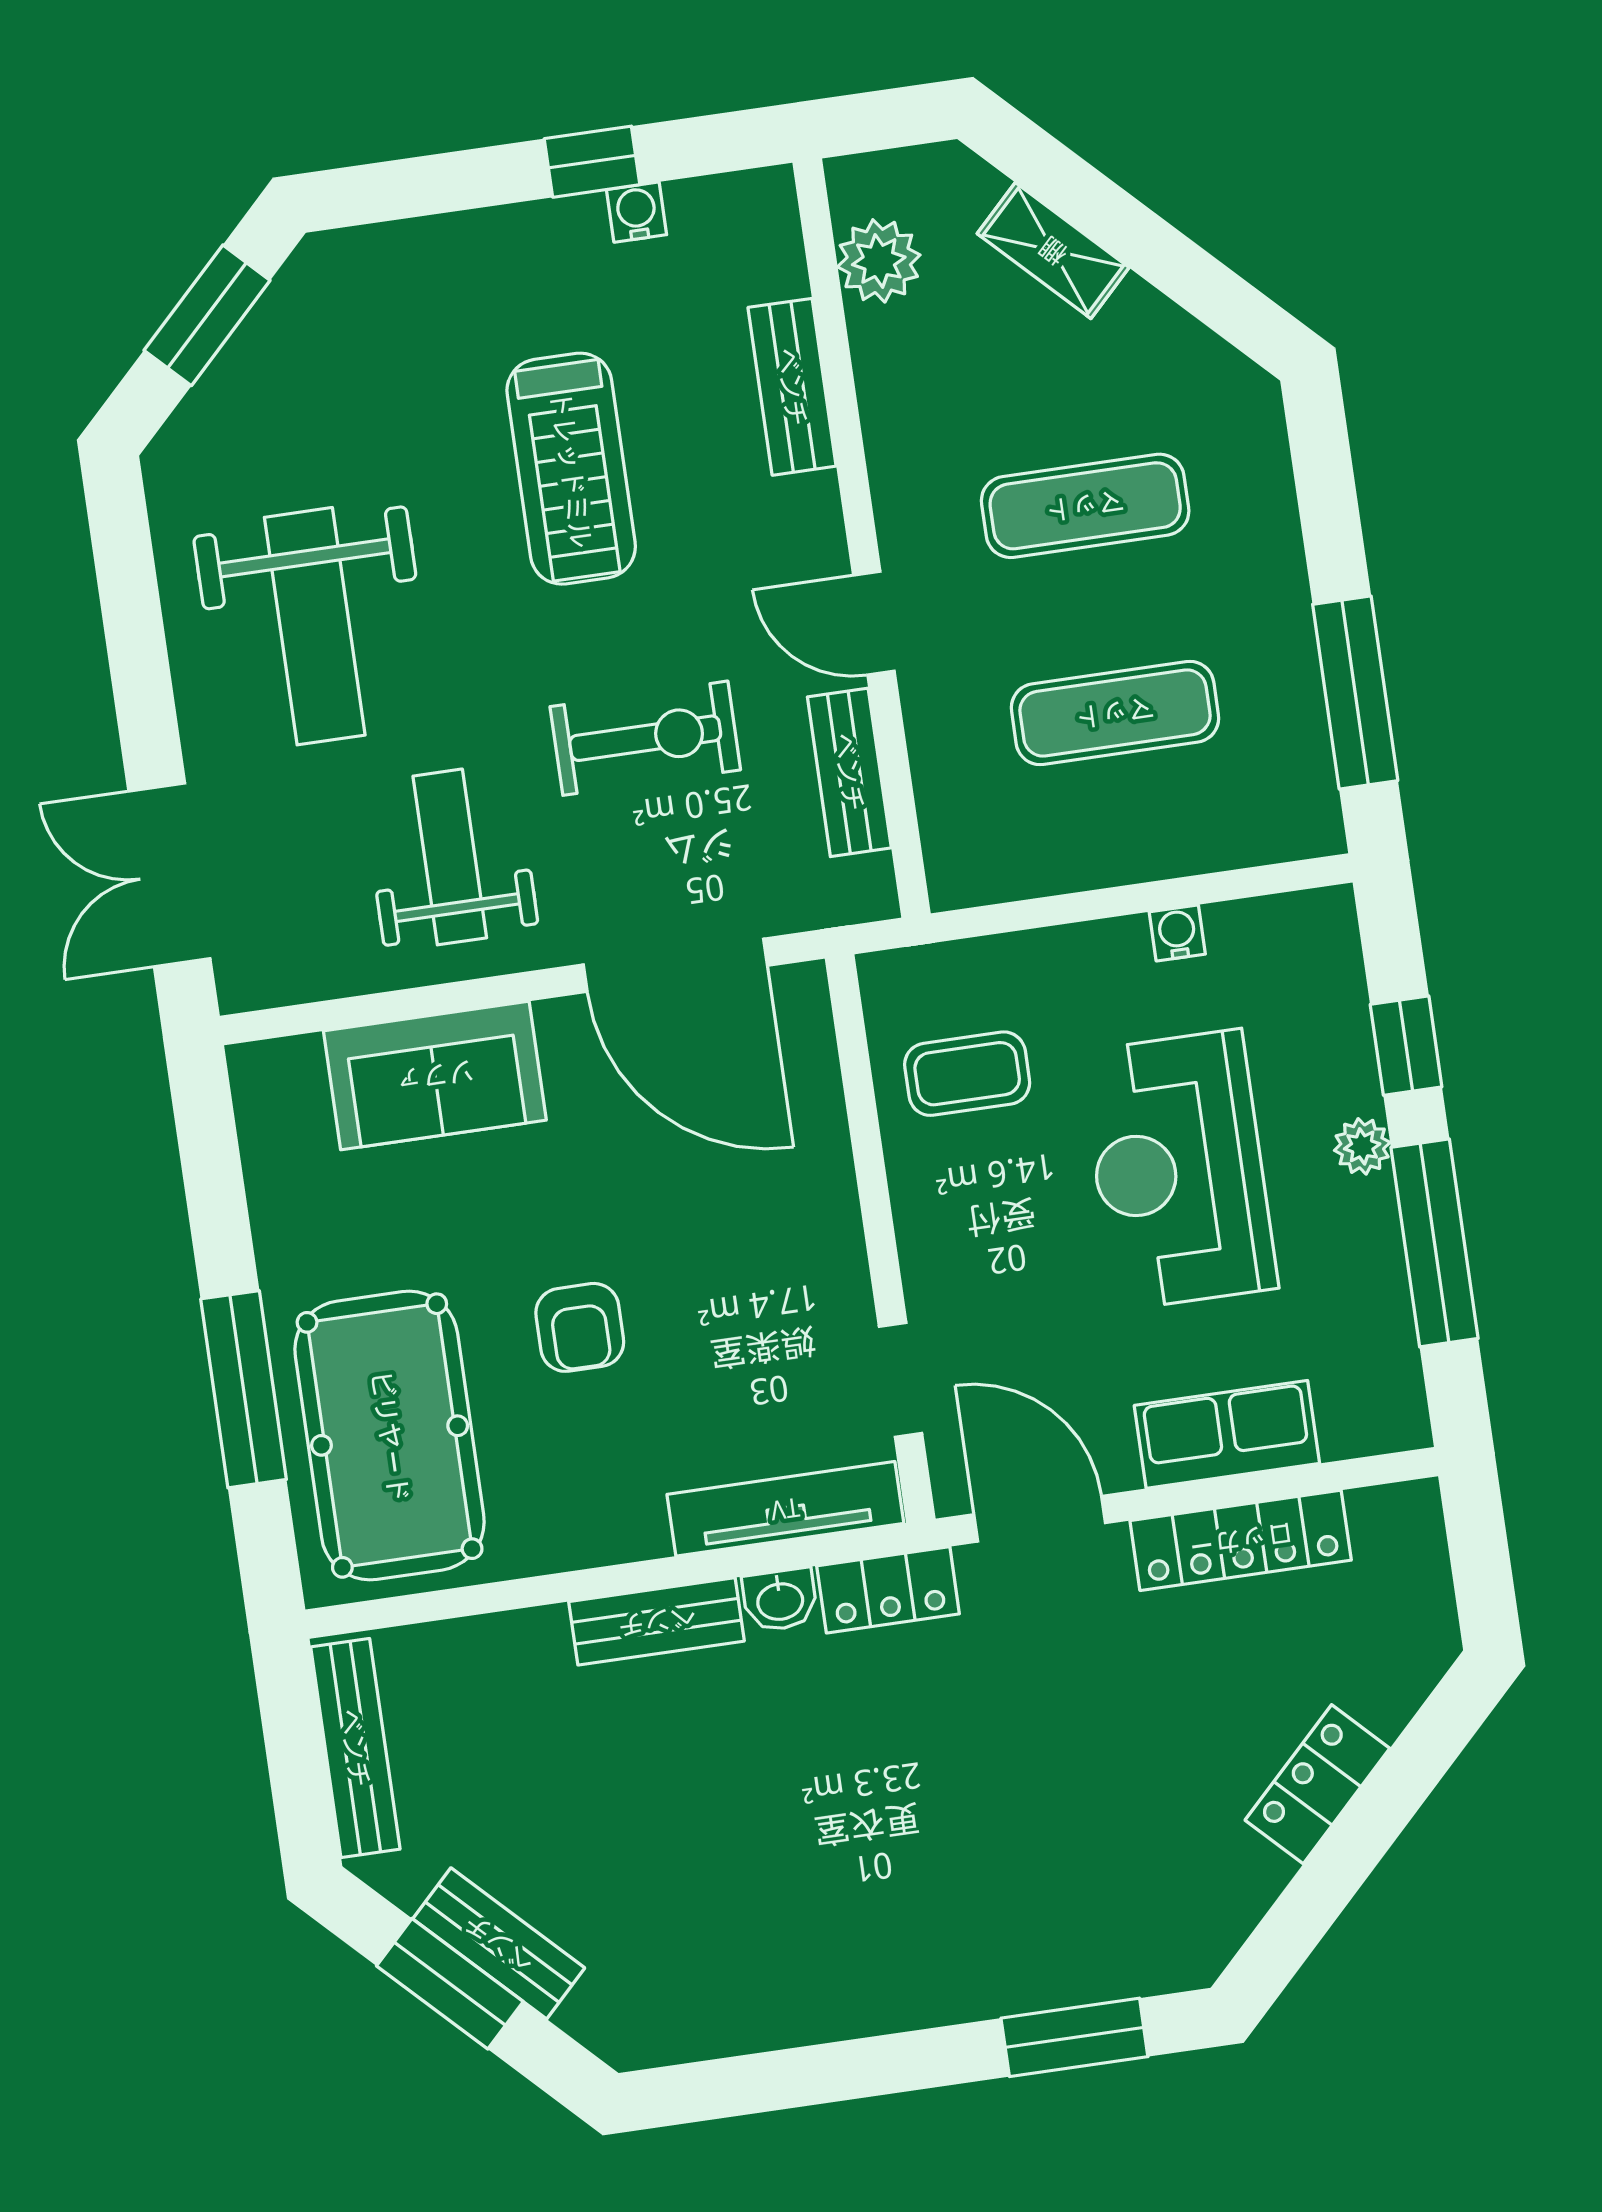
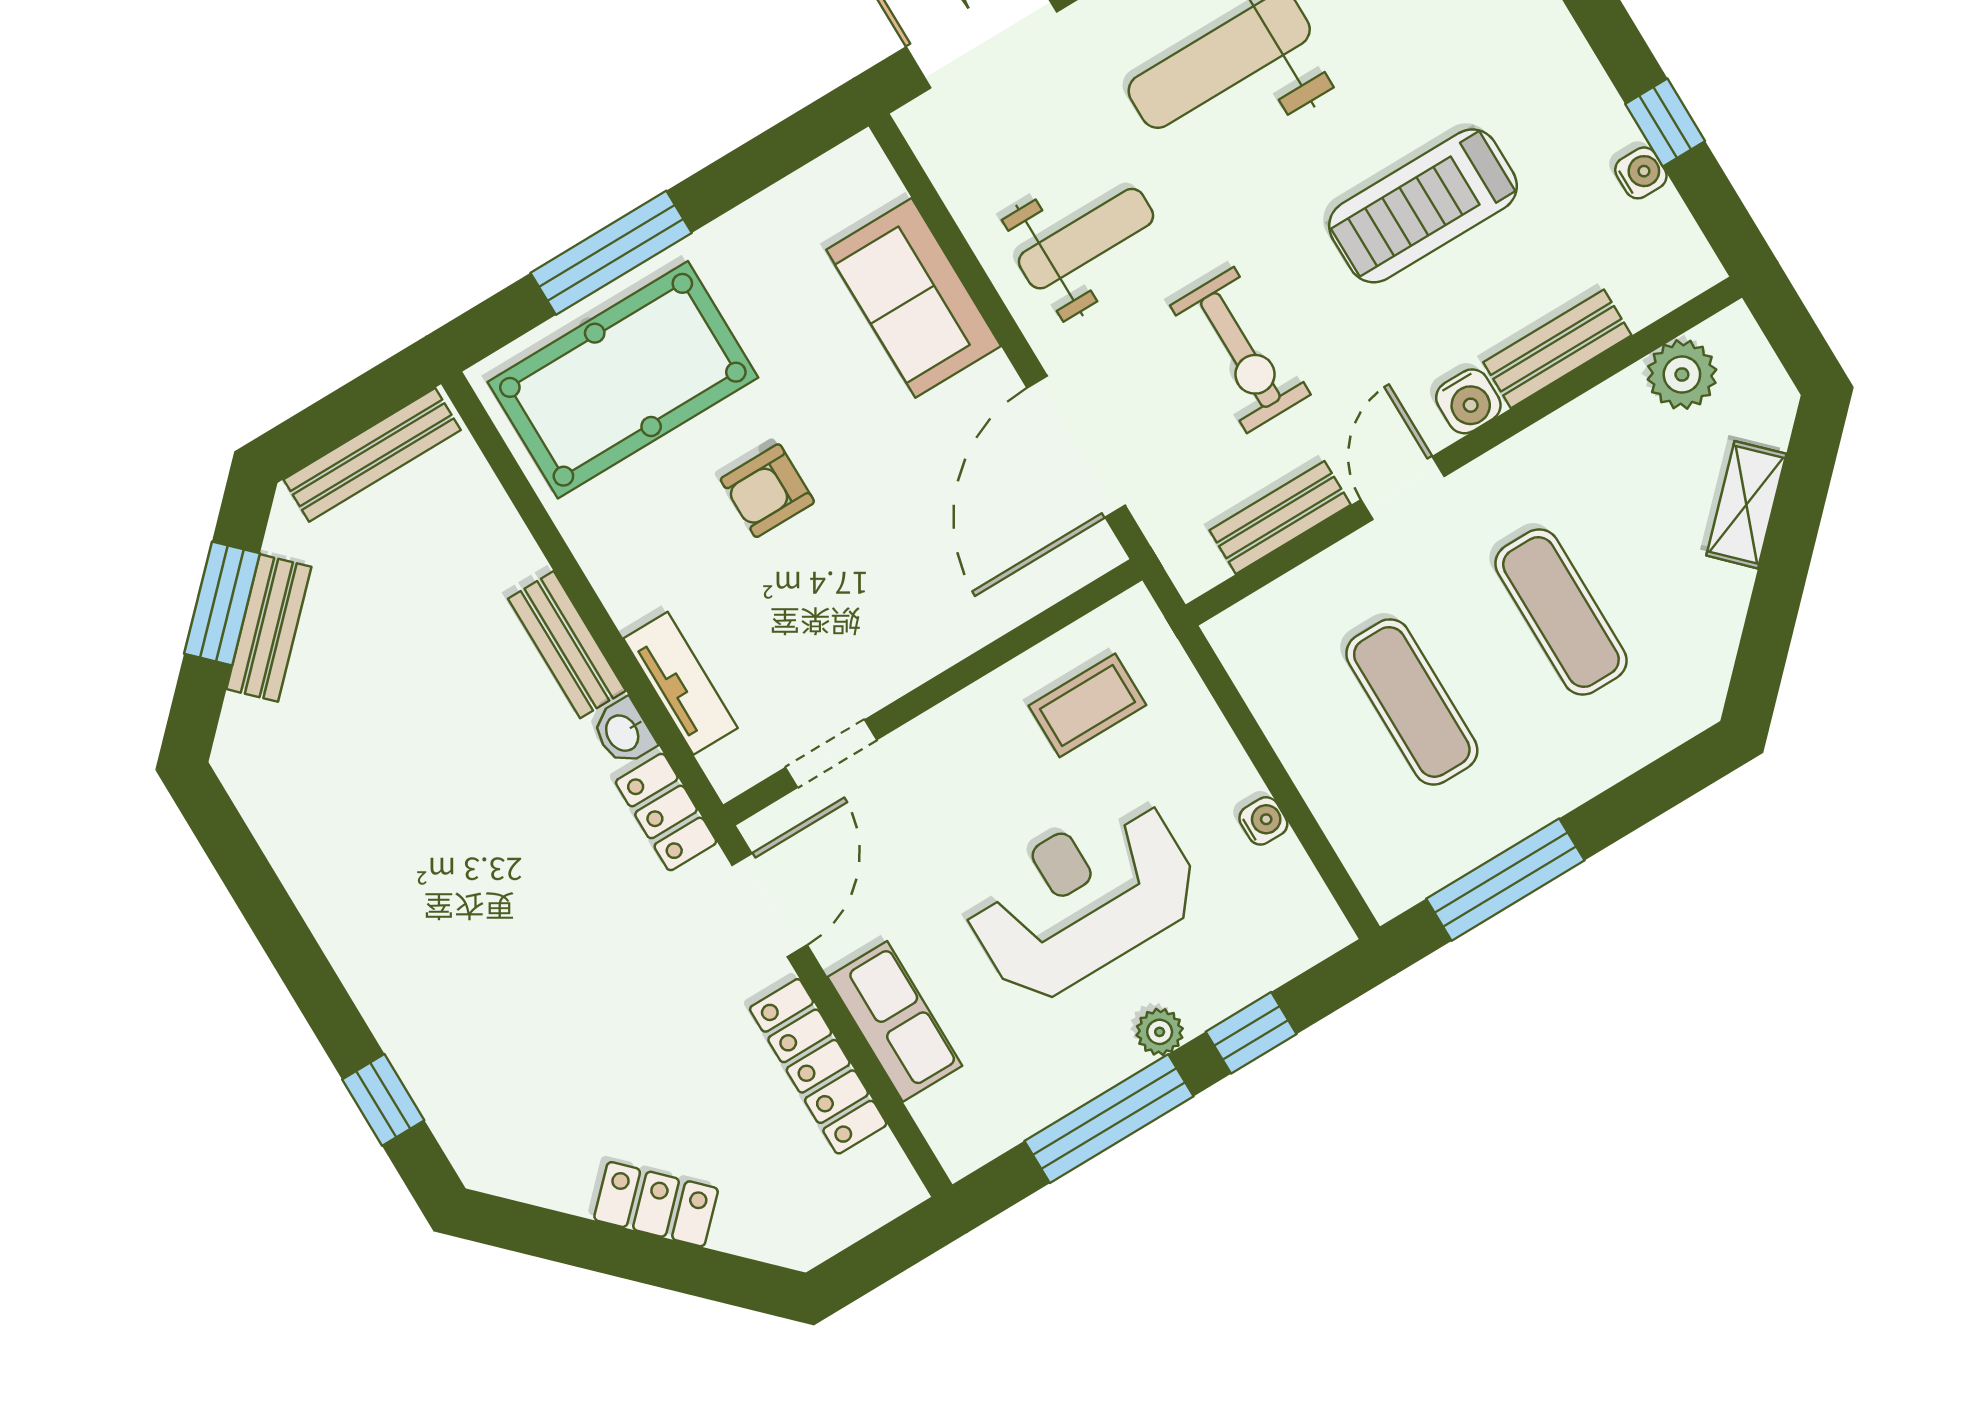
water cooler: (809, 510) -> (1468, 401), added
coffee table: (967, 1074) -> (1087, 705), turned 90
tv unit: (785, 1509) -> (681, 683), width x0.71
window: (1074, 2037) -> (383, 1100), width x0.67

